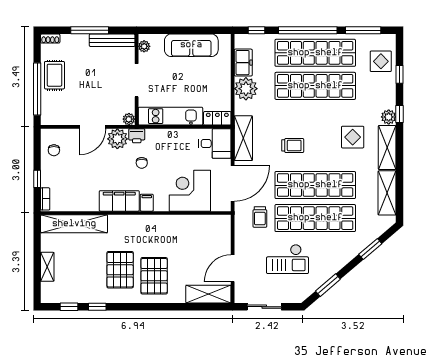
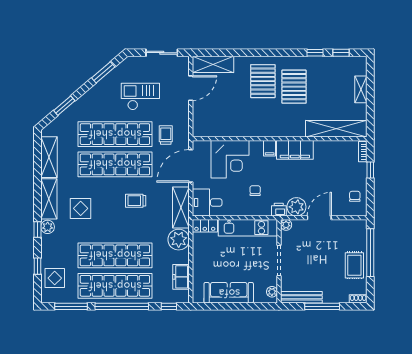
plant: (246, 89) -> (179, 240), moved
chair: (142, 163) -> (255, 191), moved

